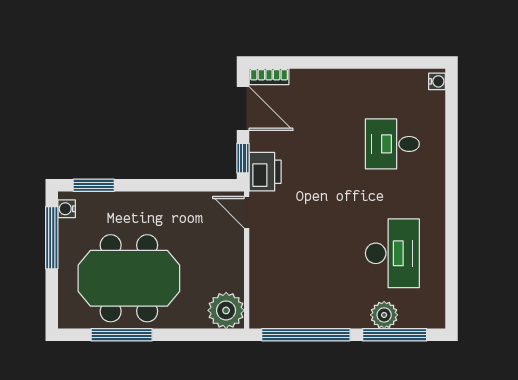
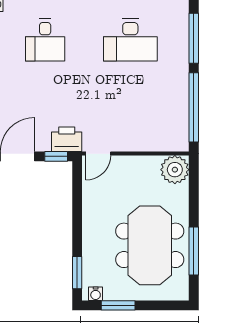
window: (52, 238) -> (118, 305), width x0.69
desk: (392, 253) -> (130, 40), turned 180
plant: (384, 315) -> (178, 46), removed

